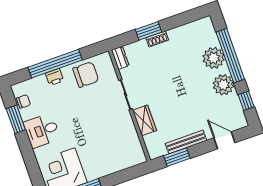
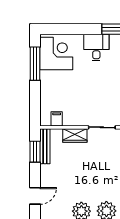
bench: (186, 142) -> (45, 146), moved
filing cabinet: (134, 146) -> (57, 119), added

